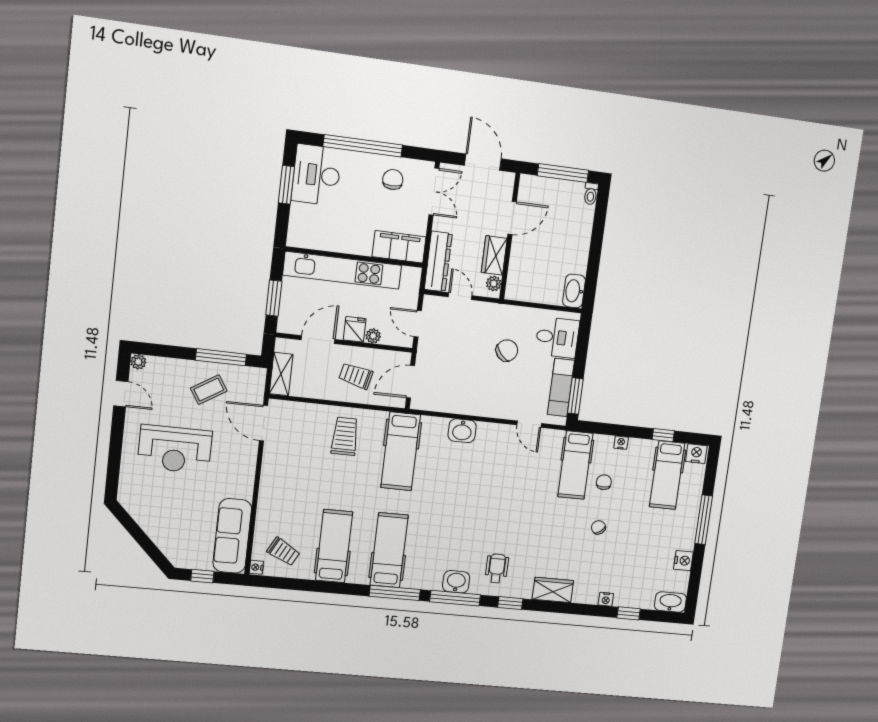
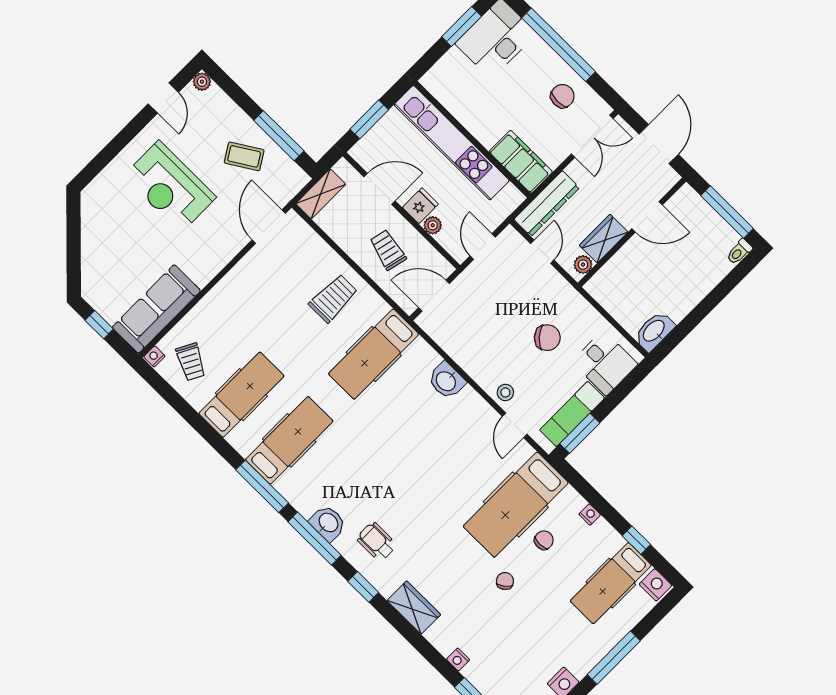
stool: (507, 408) -> (505, 392), added
hospital bed: (575, 465) -> (516, 505), width x1.37, depth x1.29
wheelchair: (497, 568) -> (377, 542), turned -90

